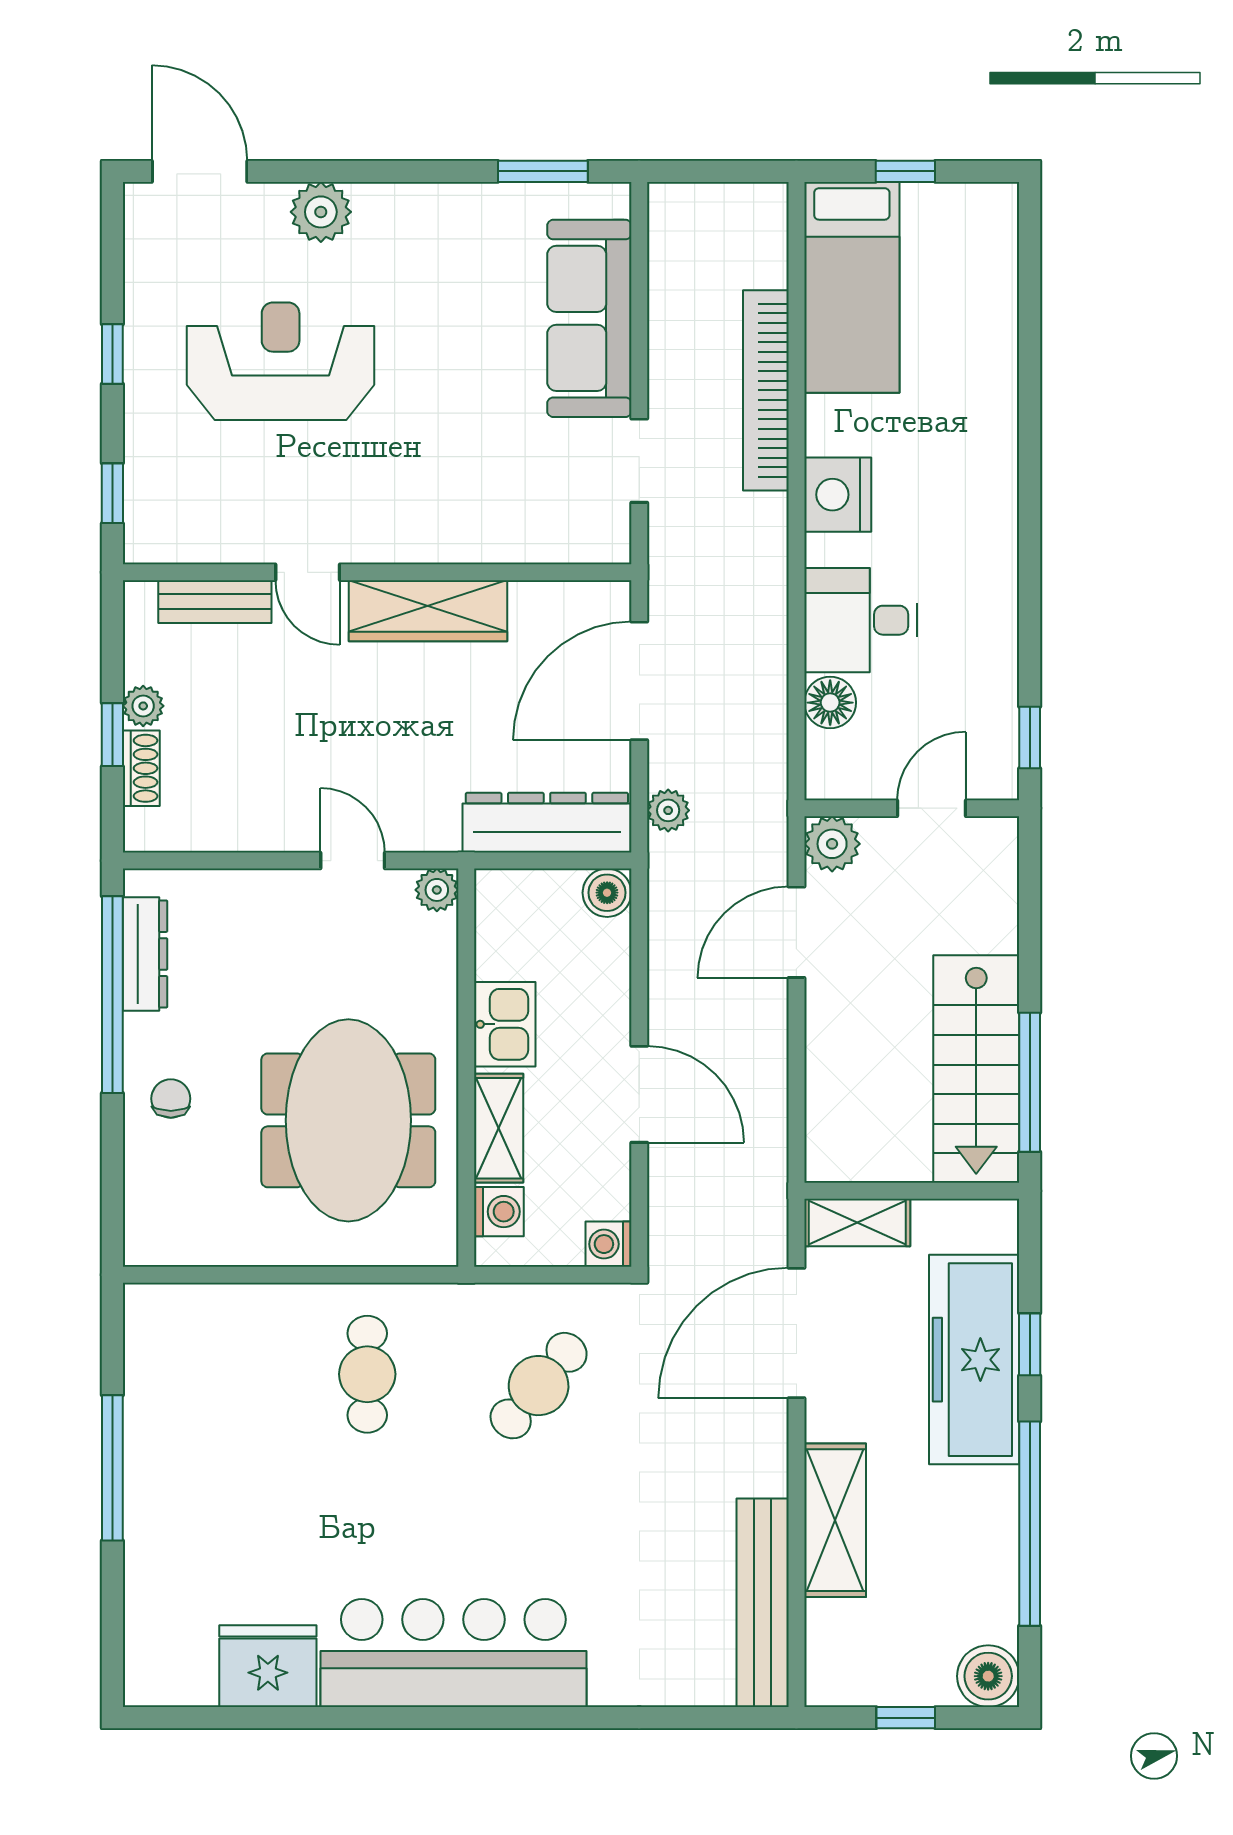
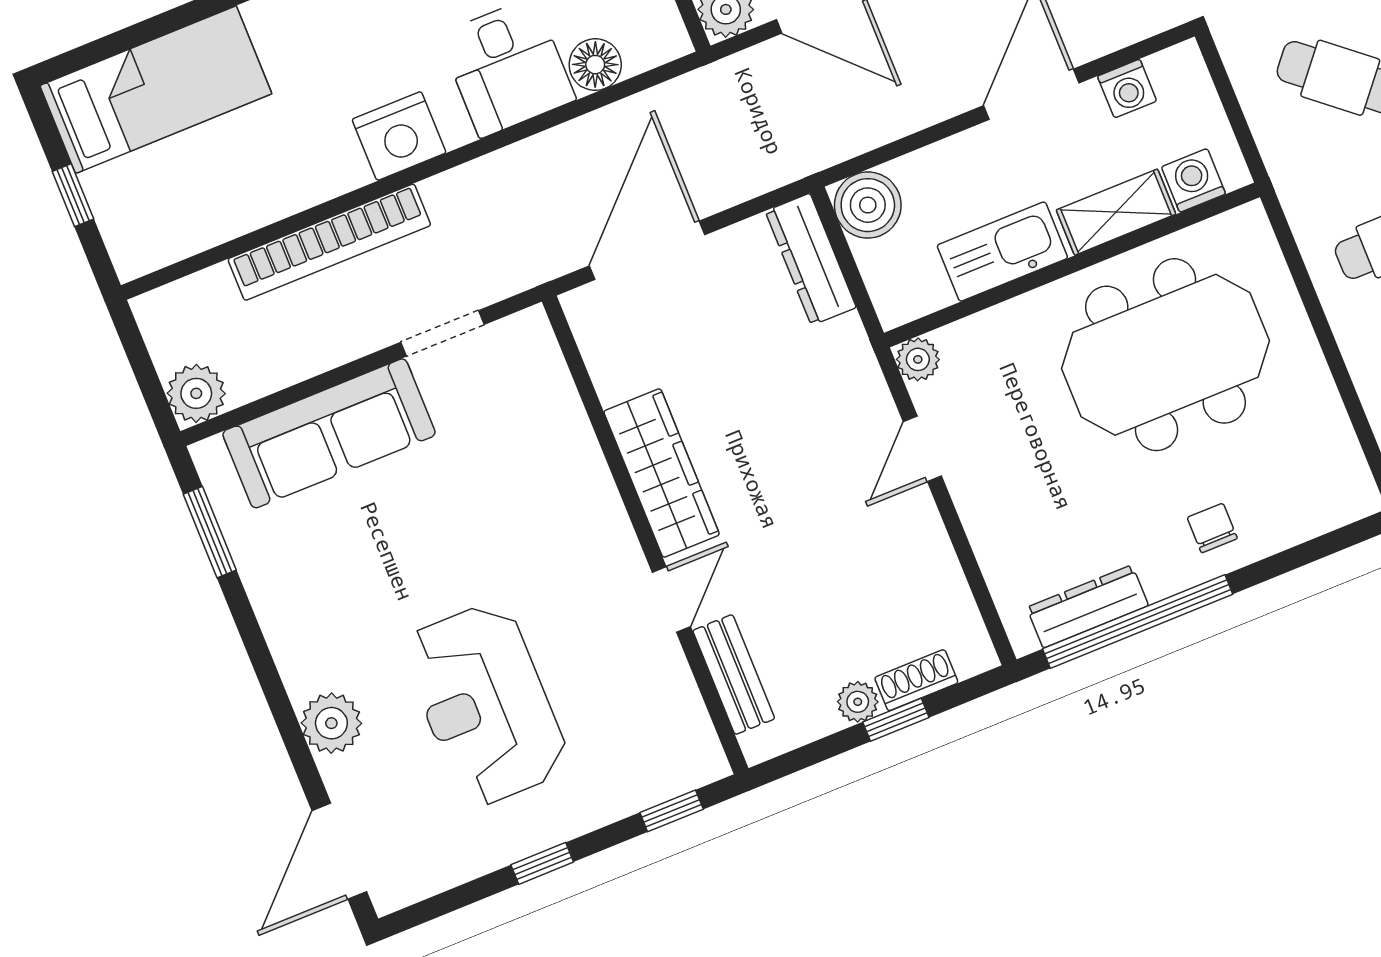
bed: (852, 287) -> (156, 90), moved
door: (639, 681) -> (647, 250), swing flipped
plant: (668, 810) -> (196, 393), moved, width x1.38, depth x1.38
dresser: (547, 823) -> (811, 259), width x0.73, depth x0.80
boiler: (607, 893) -> (868, 205), width x1.36, depth x1.36
kitchen sink: (505, 1024) -> (1002, 252), width x1.38
chair: (171, 1099) -> (1212, 528), turned 90
washing machine: (608, 1244) -> (1127, 89), moved

